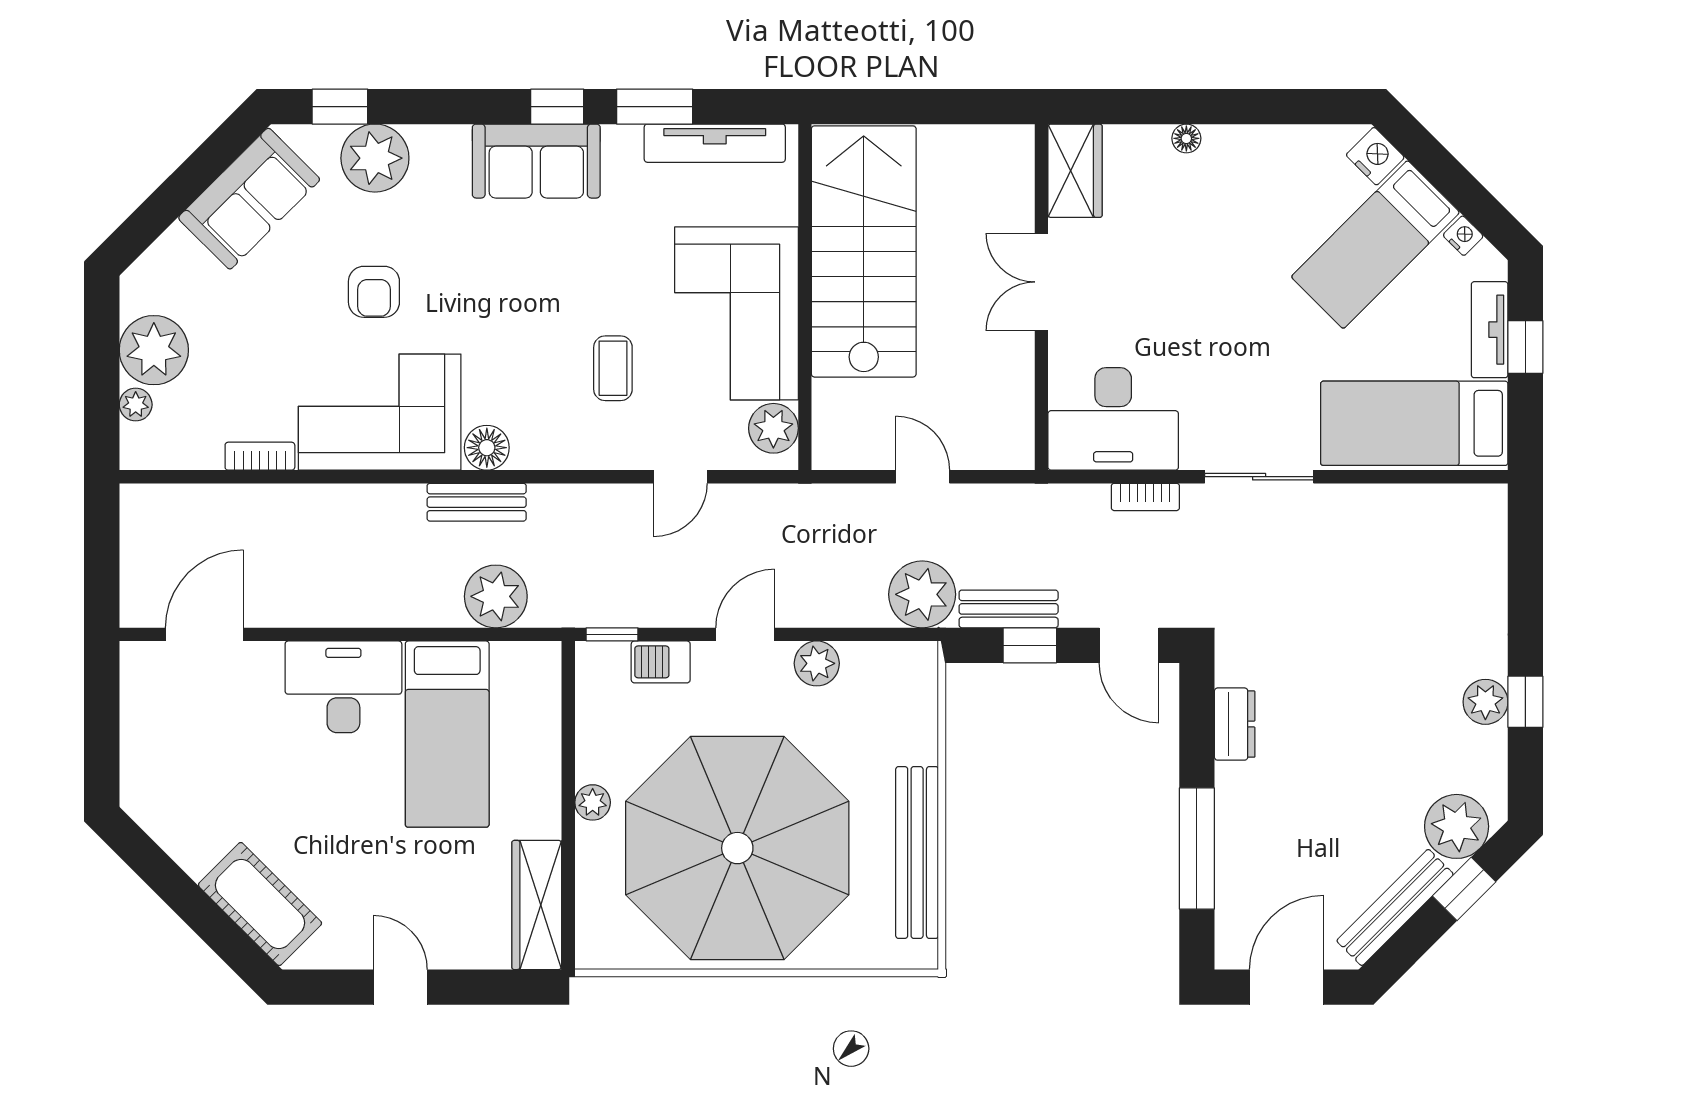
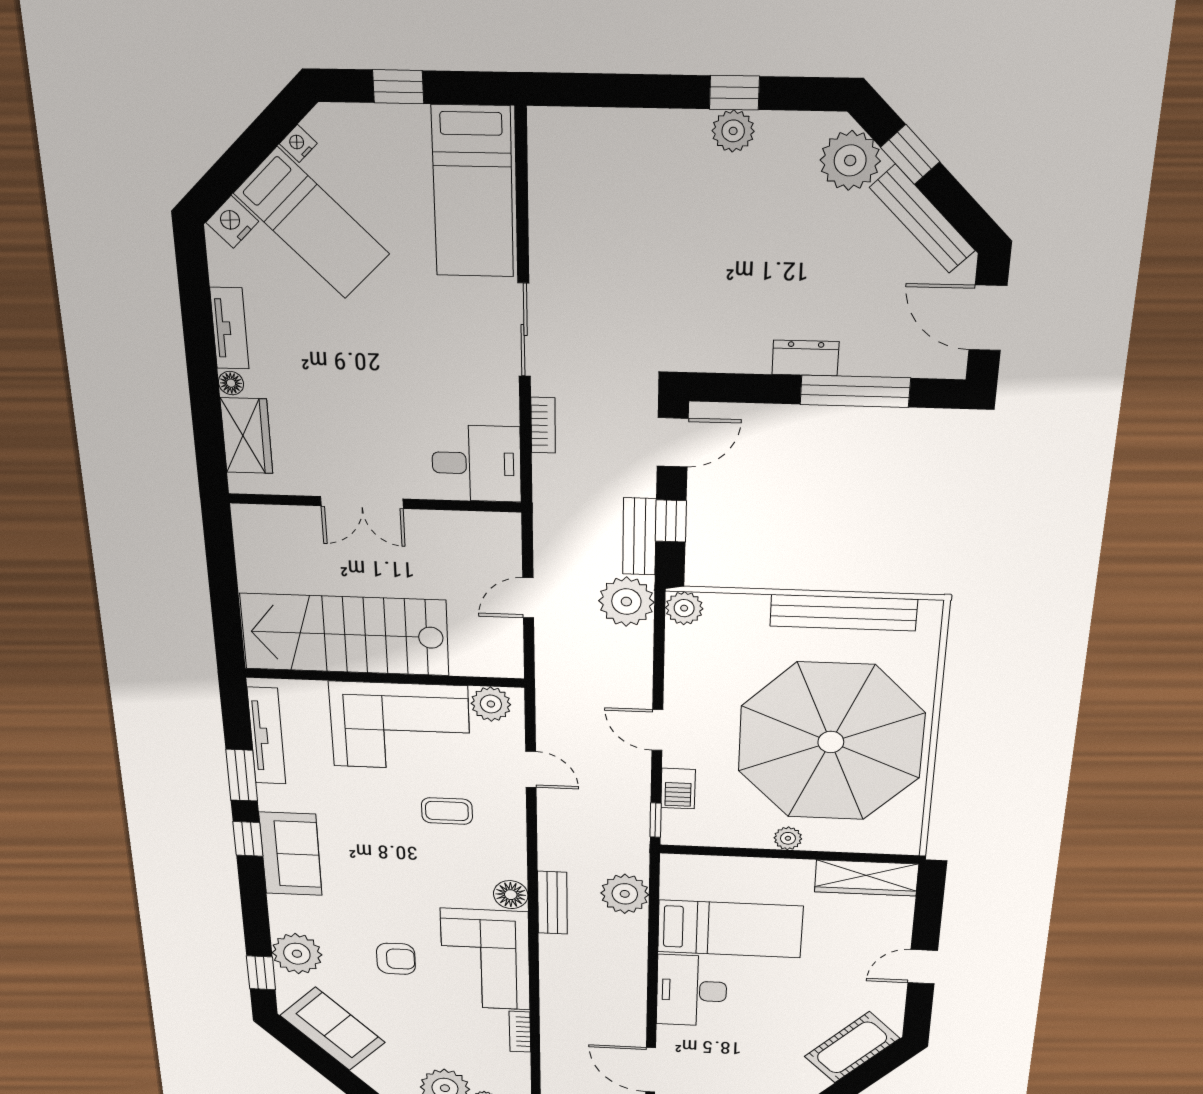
wardrobe: (1075, 171) -> (246, 436), moved, turned 90
tv unit: (1490, 330) -> (229, 328), moved, turned -90
desk: (1113, 419) -> (476, 463), width x0.73
plant: (817, 663) -> (684, 608), moved
dresser: (1235, 724) -> (805, 358), moved

